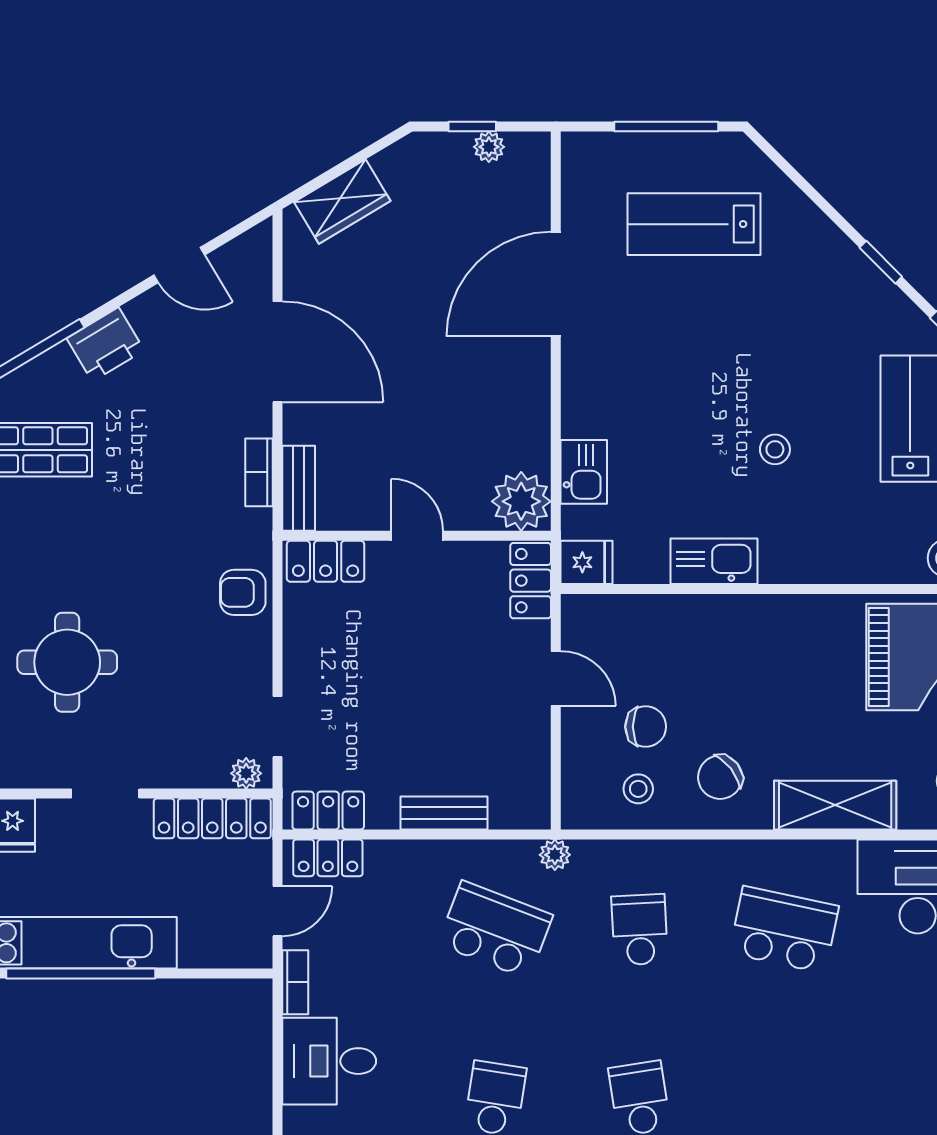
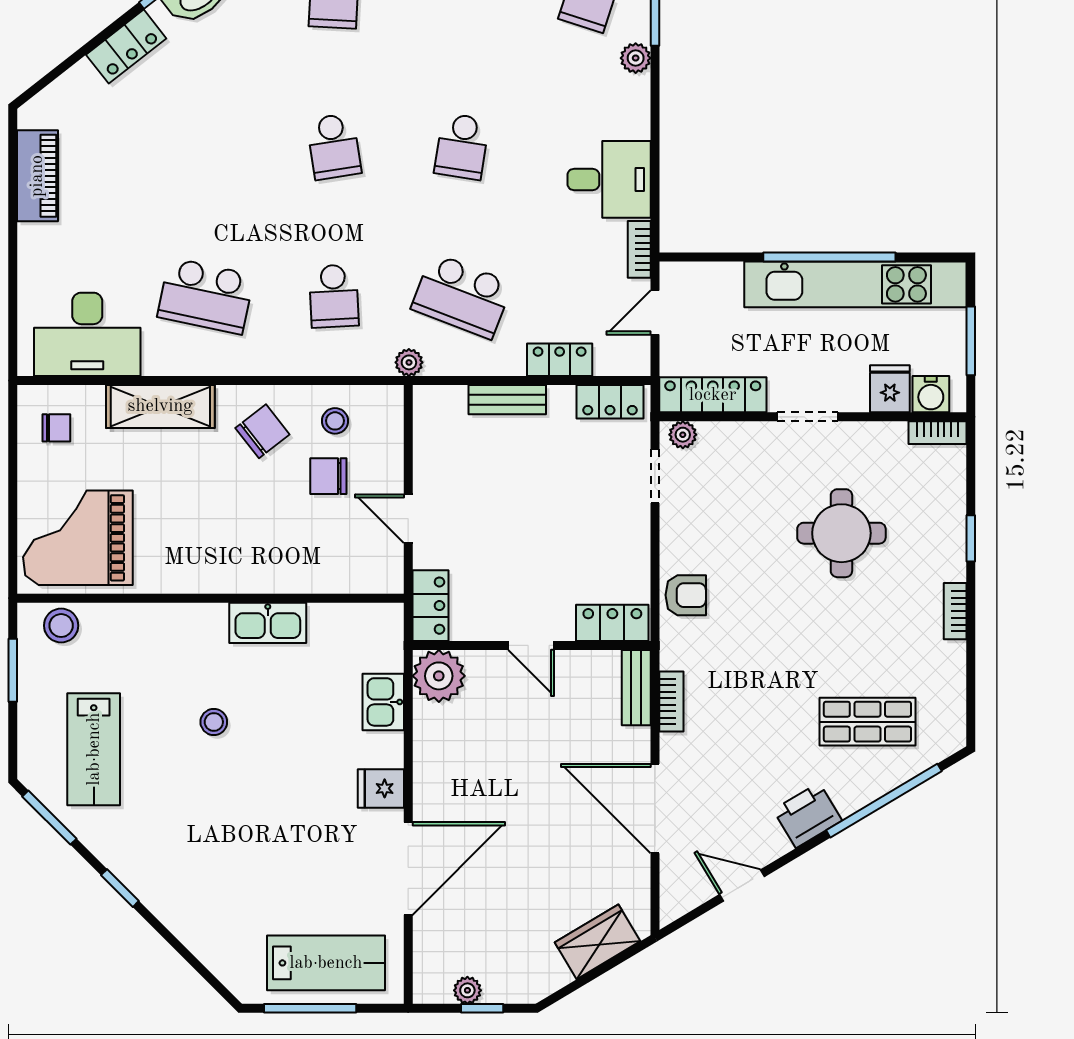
lab bench: (694, 224) -> (326, 963), moved
fridge: (587, 562) -> (381, 788), moved
locker: (328, 858) -> (560, 360), moved

